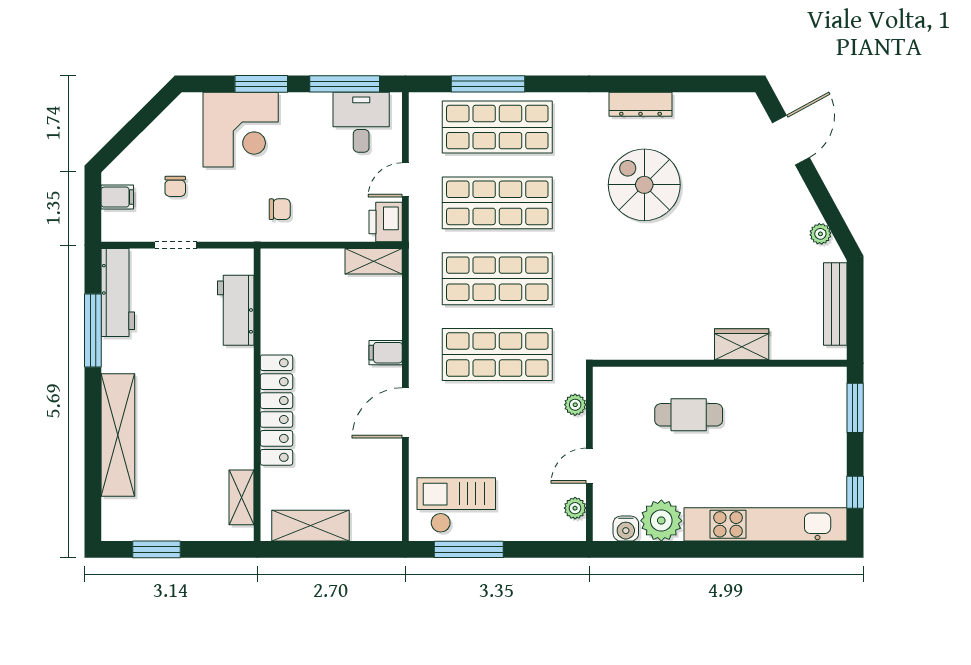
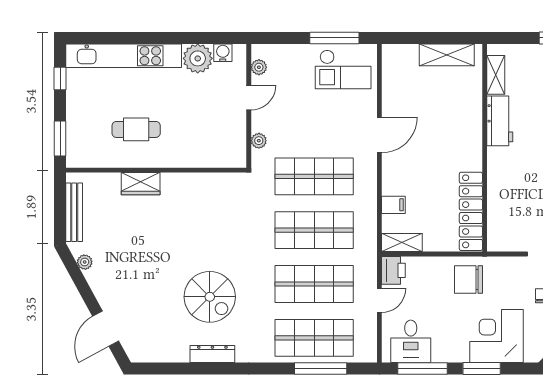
chair: (280, 209) -> (469, 280), width x1.87, depth x1.87
workbench: (236, 310) -> (500, 121), moved
filing cabinet: (386, 353) -> (393, 205), moved
locker: (276, 410) -> (471, 211), moved
cafe table: (689, 415) -> (136, 129), moved

